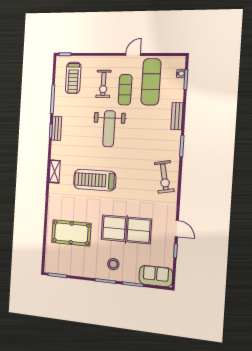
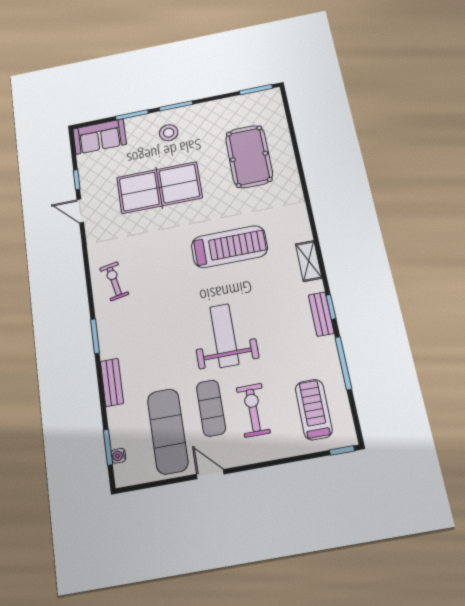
door: (133, 54) -> (210, 474), swing flipped
shelving: (55, 171) -> (309, 261), moved
exercise bike: (164, 177) -> (114, 281), width x0.73, depth x0.72
pool table: (71, 233) -> (249, 156), turned 90

